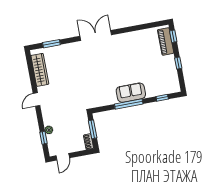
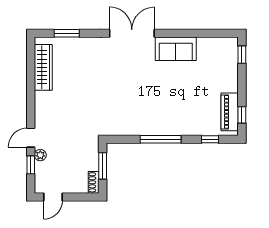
piano: (166, 41) -> (230, 112), moved
window: (178, 63) -> (242, 115), moved
sofa: (131, 93) -> (176, 49), moved, turned 180
door: (36, 100) -> (31, 138), moved

